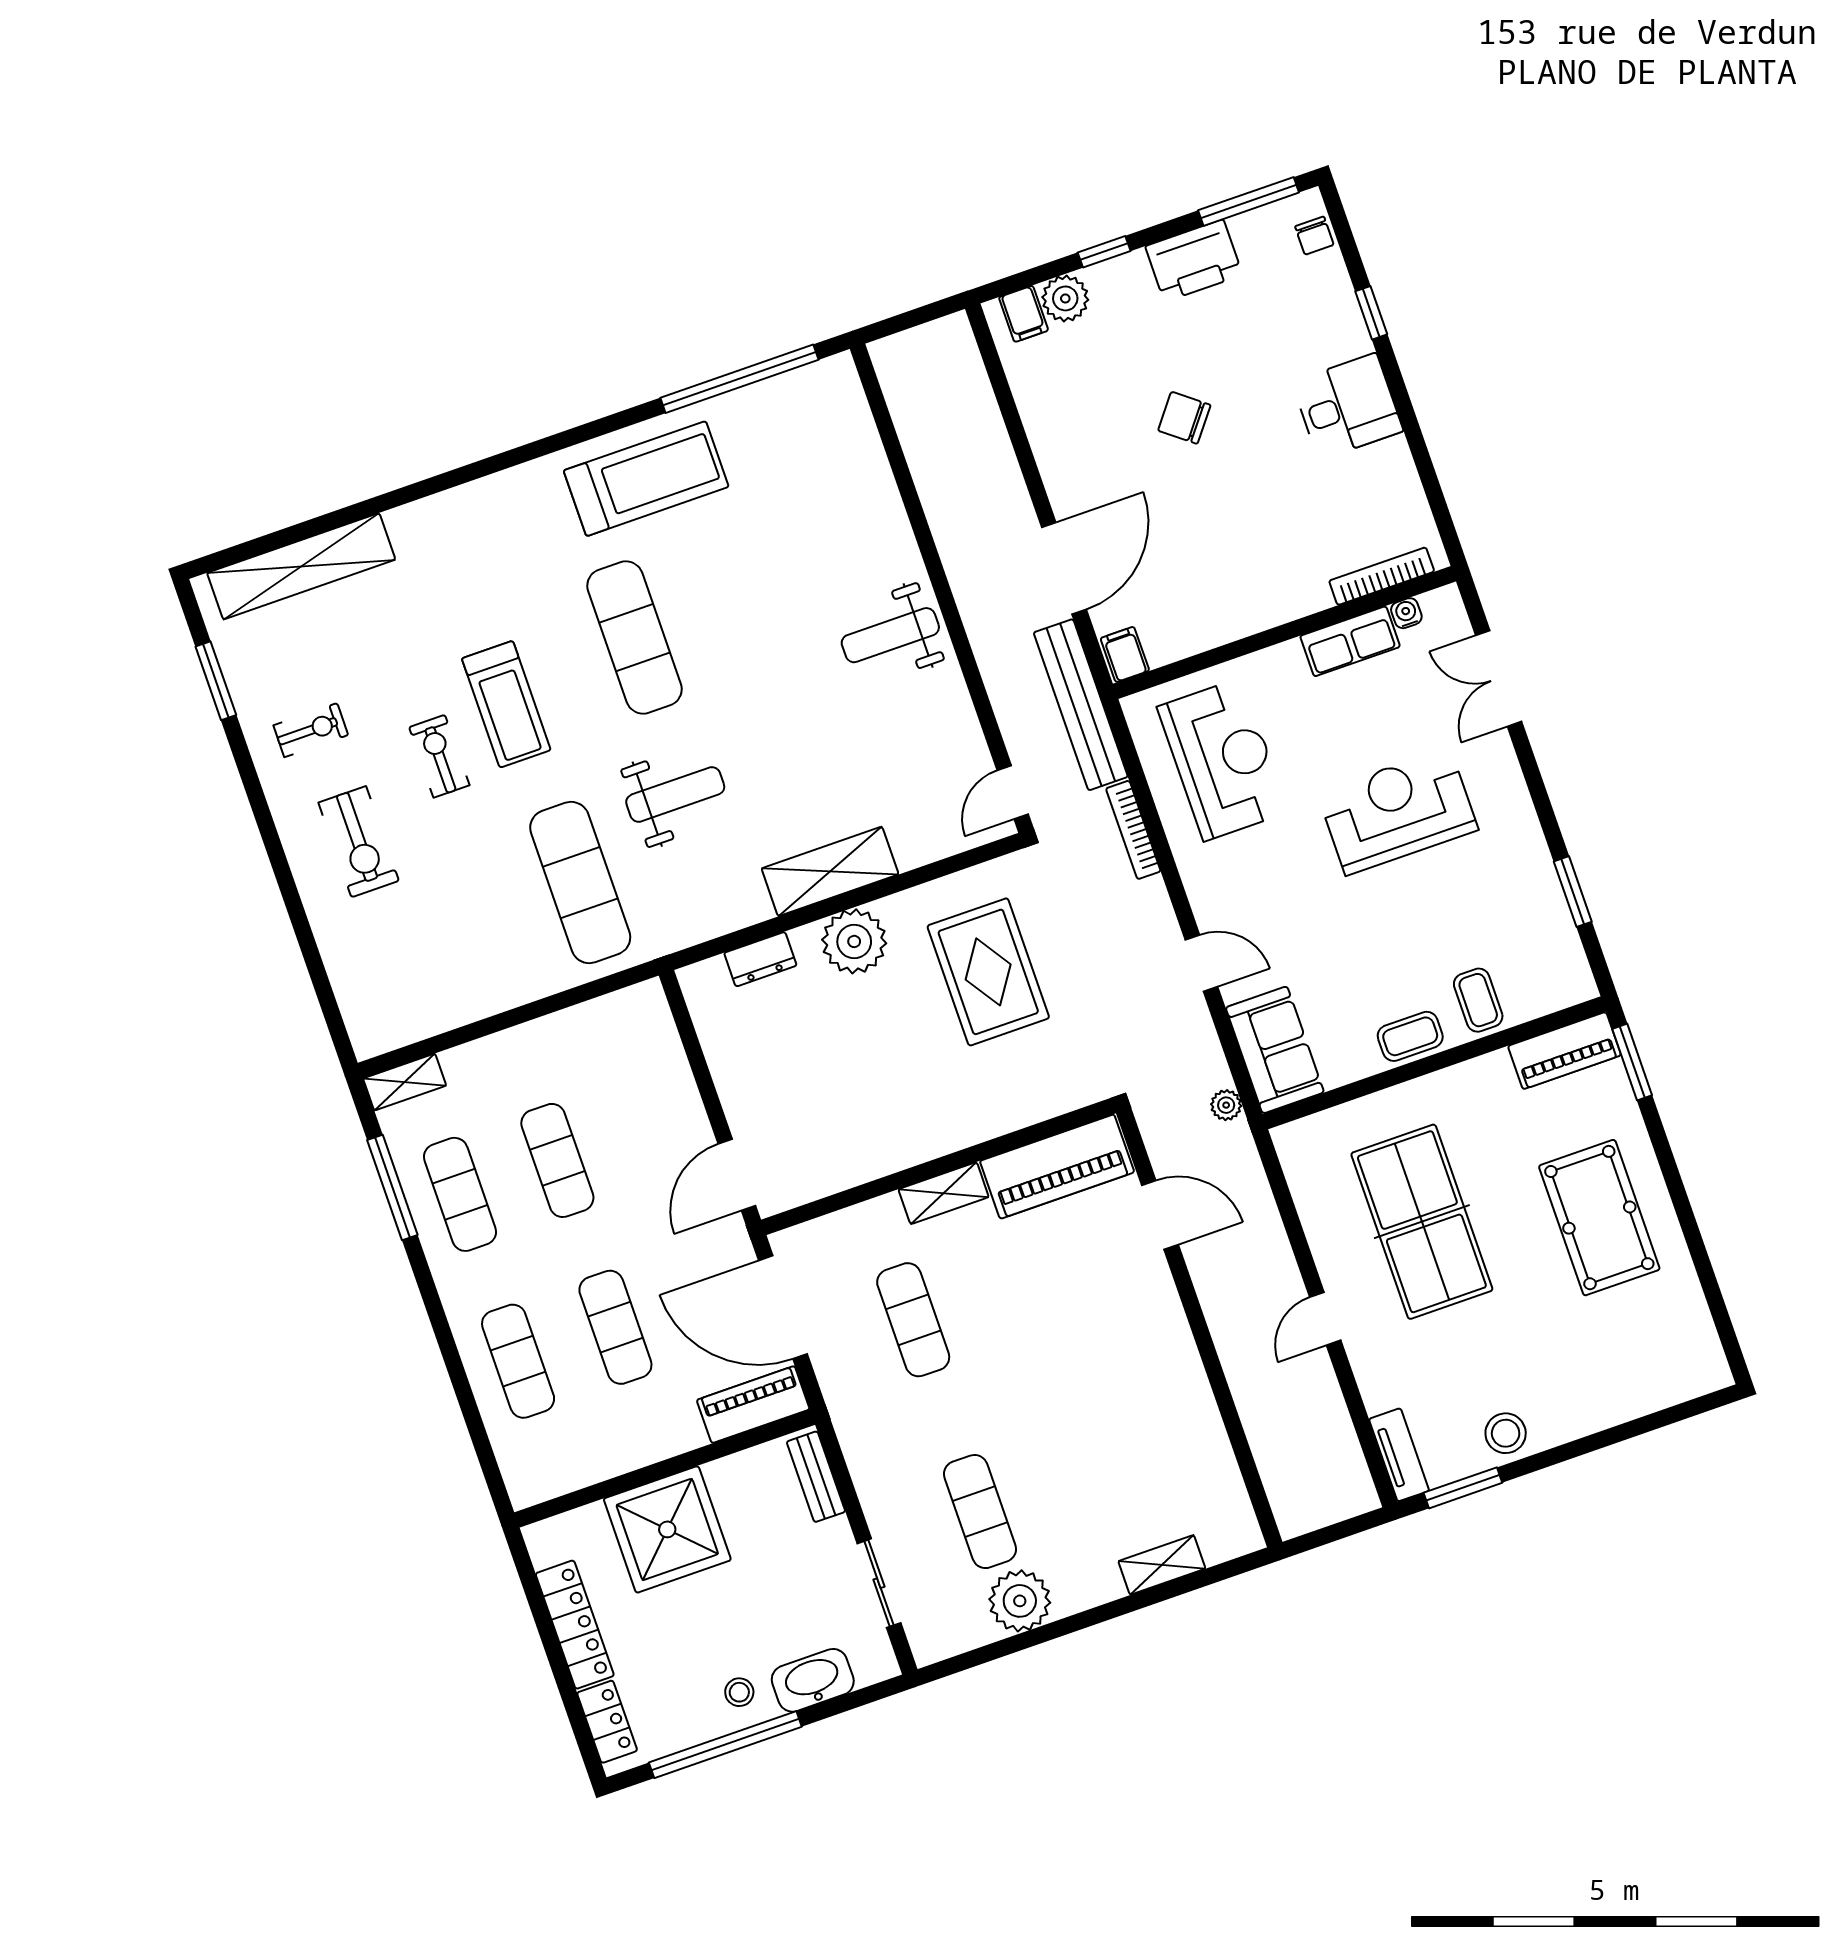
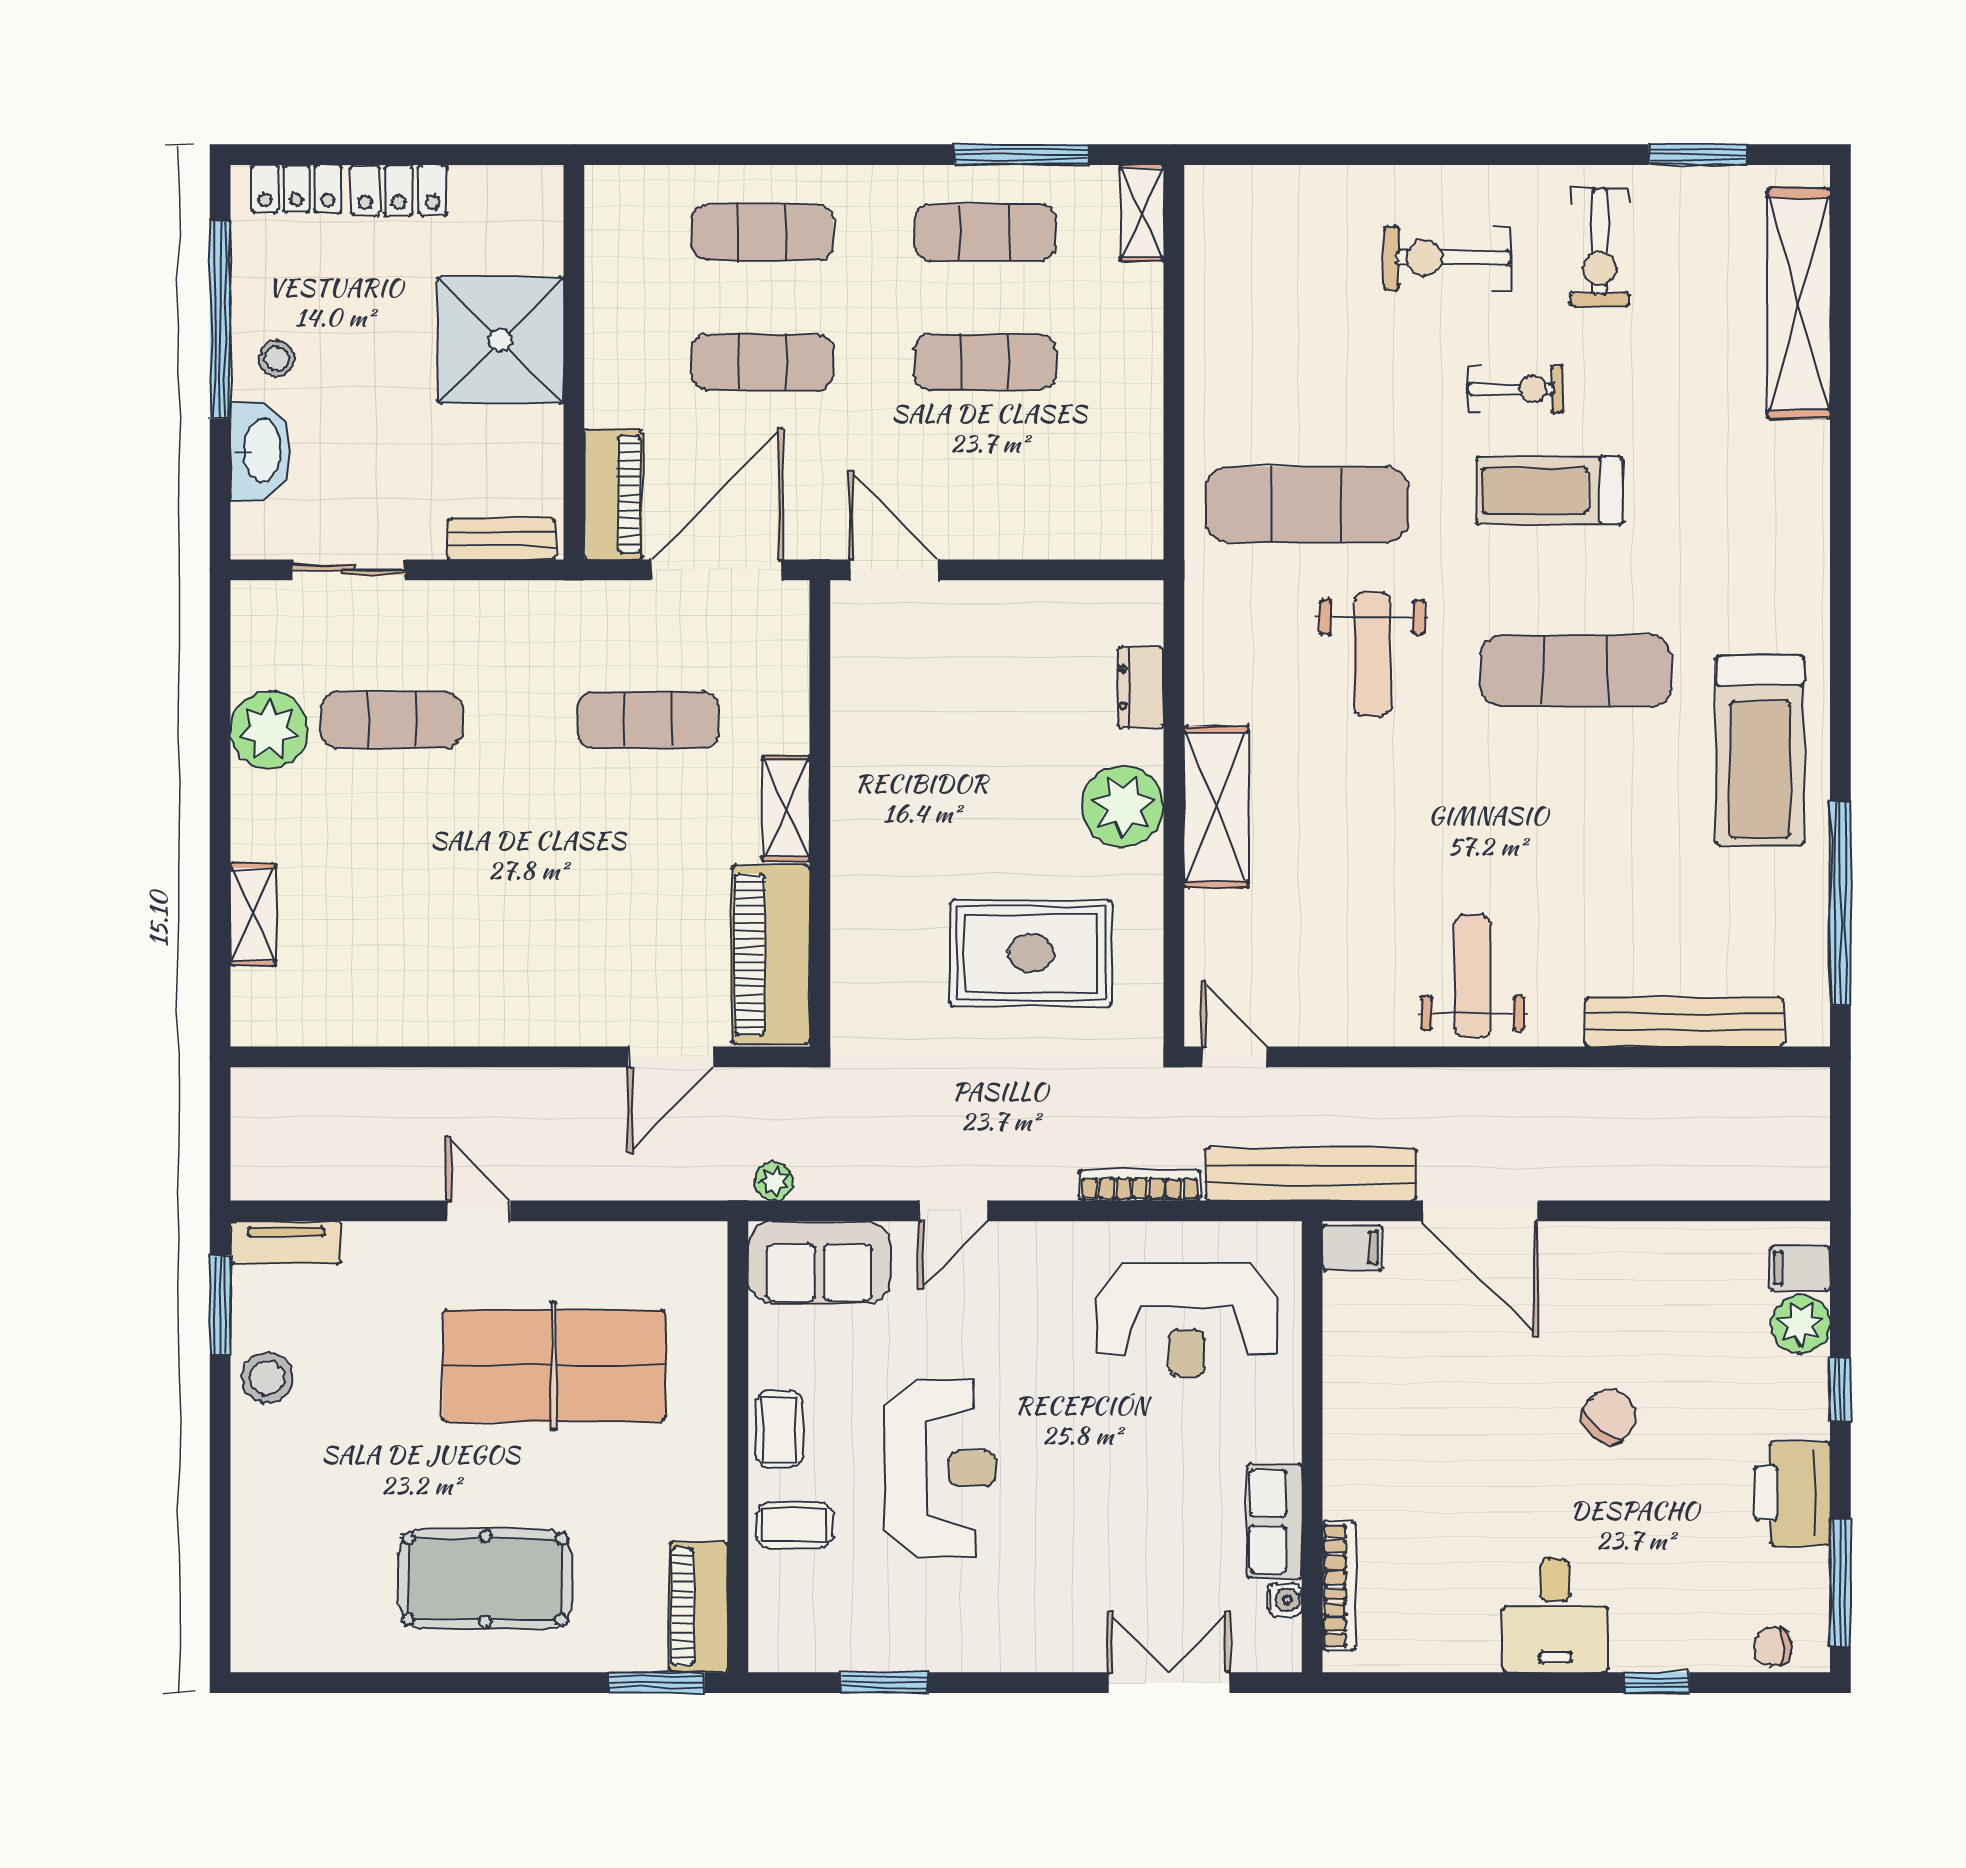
bench: (869, 465) -> (1684, 1022), added
exercise bike: (311, 730) -> (1600, 247), width x1.38, depth x1.39
reception desk: (1398, 811) -> (940, 1468), moved
locker: (575, 1625) -> (399, 190), width x0.66

